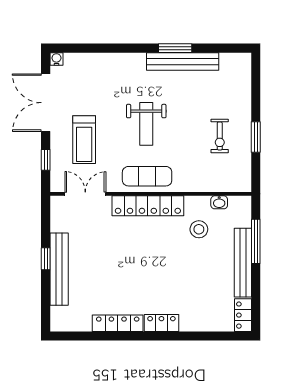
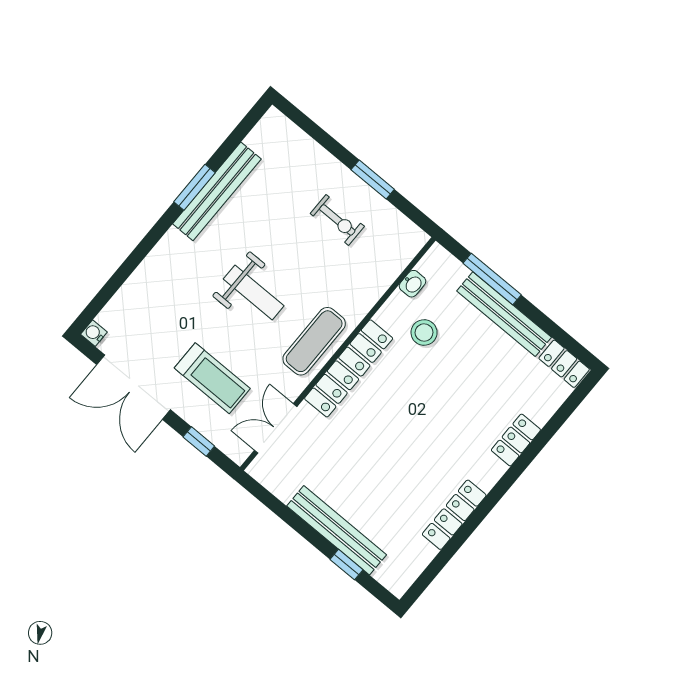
window: (46, 259) -> (347, 565), moved
locker: (161, 323) -> (516, 440), moved

